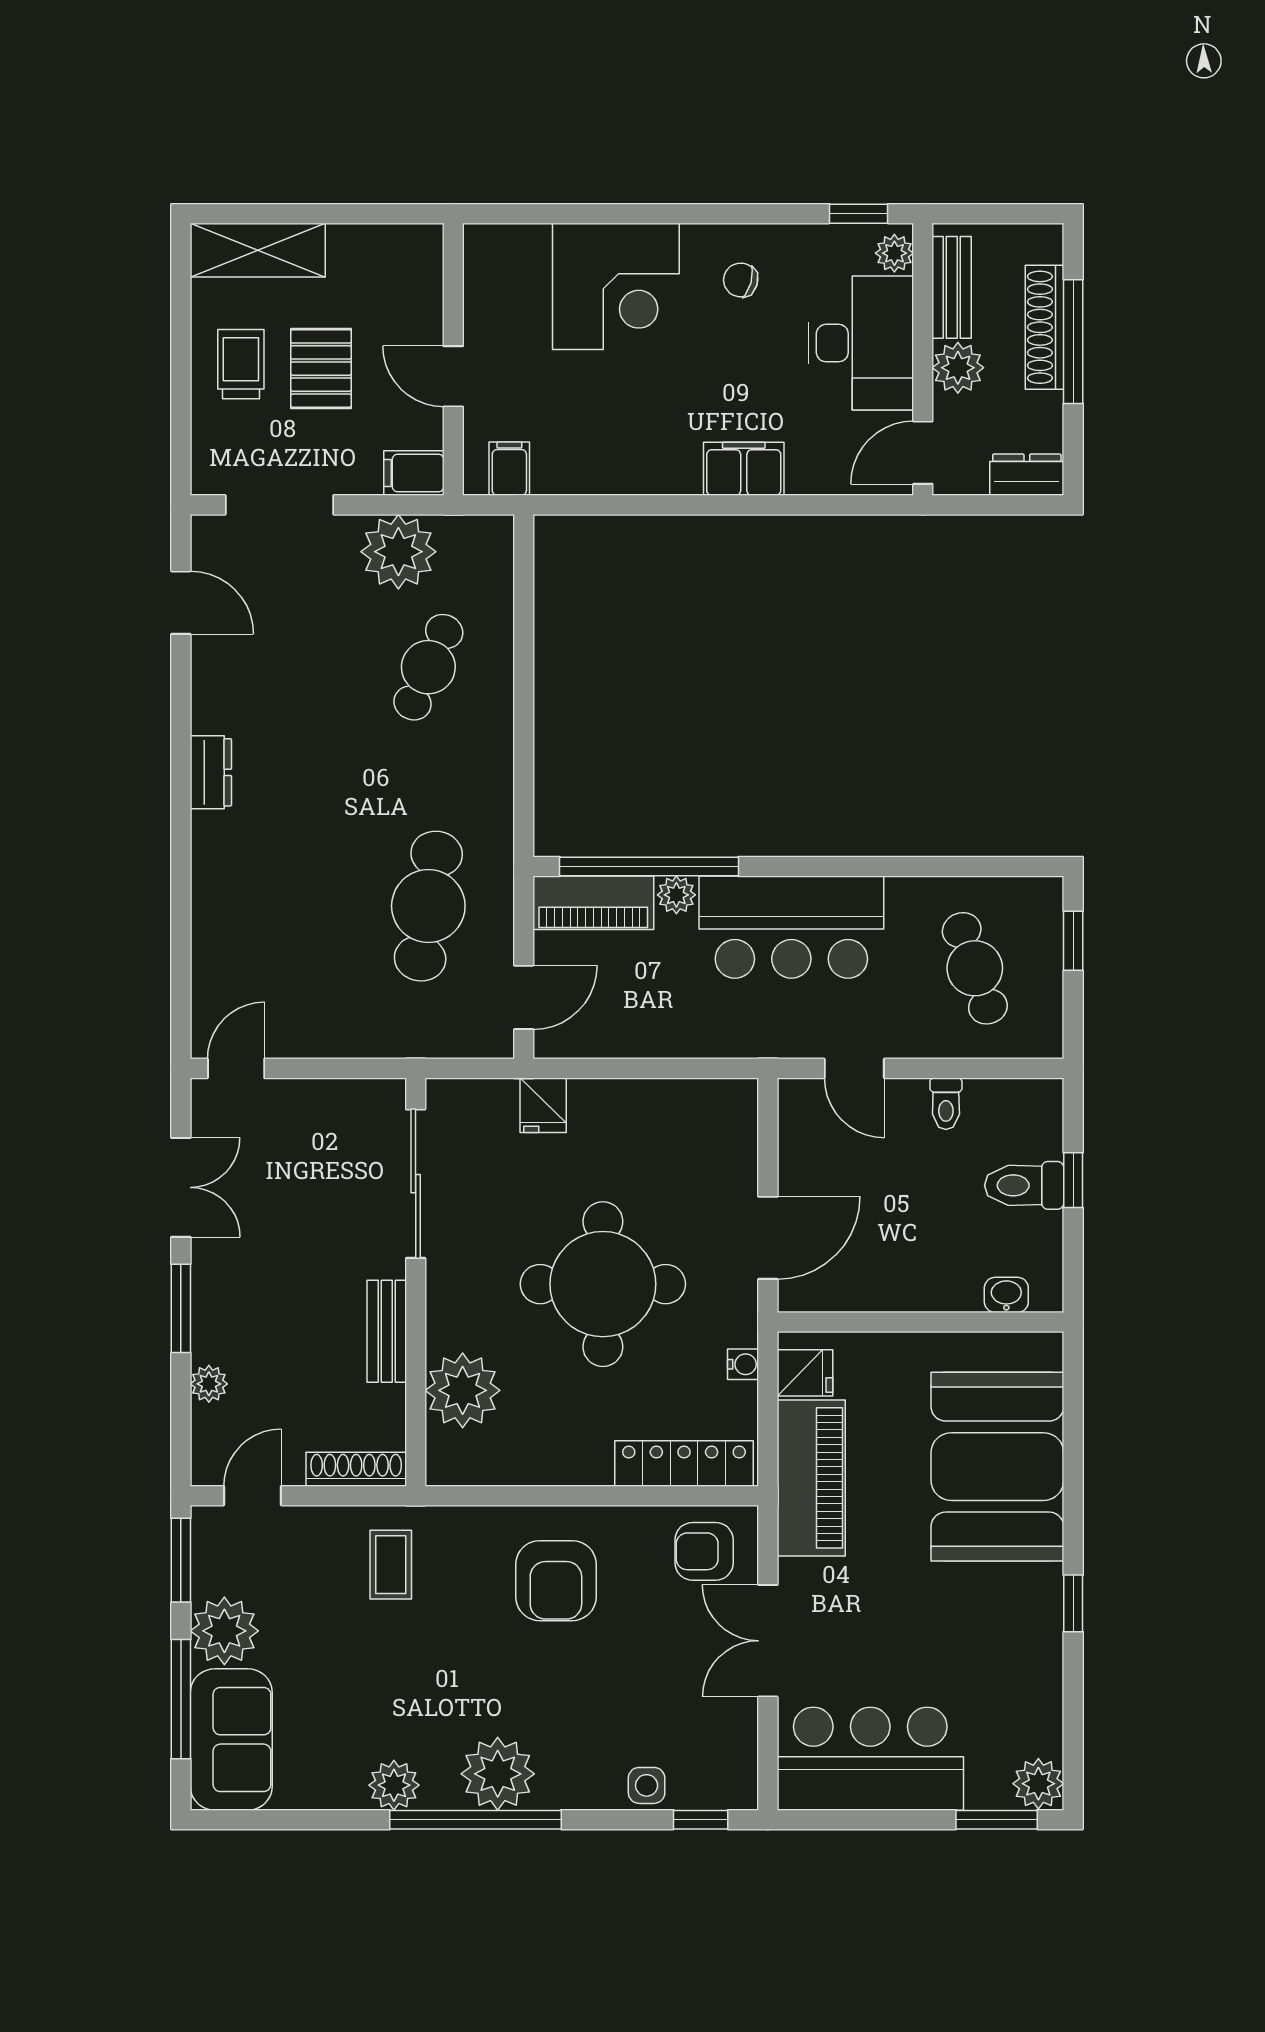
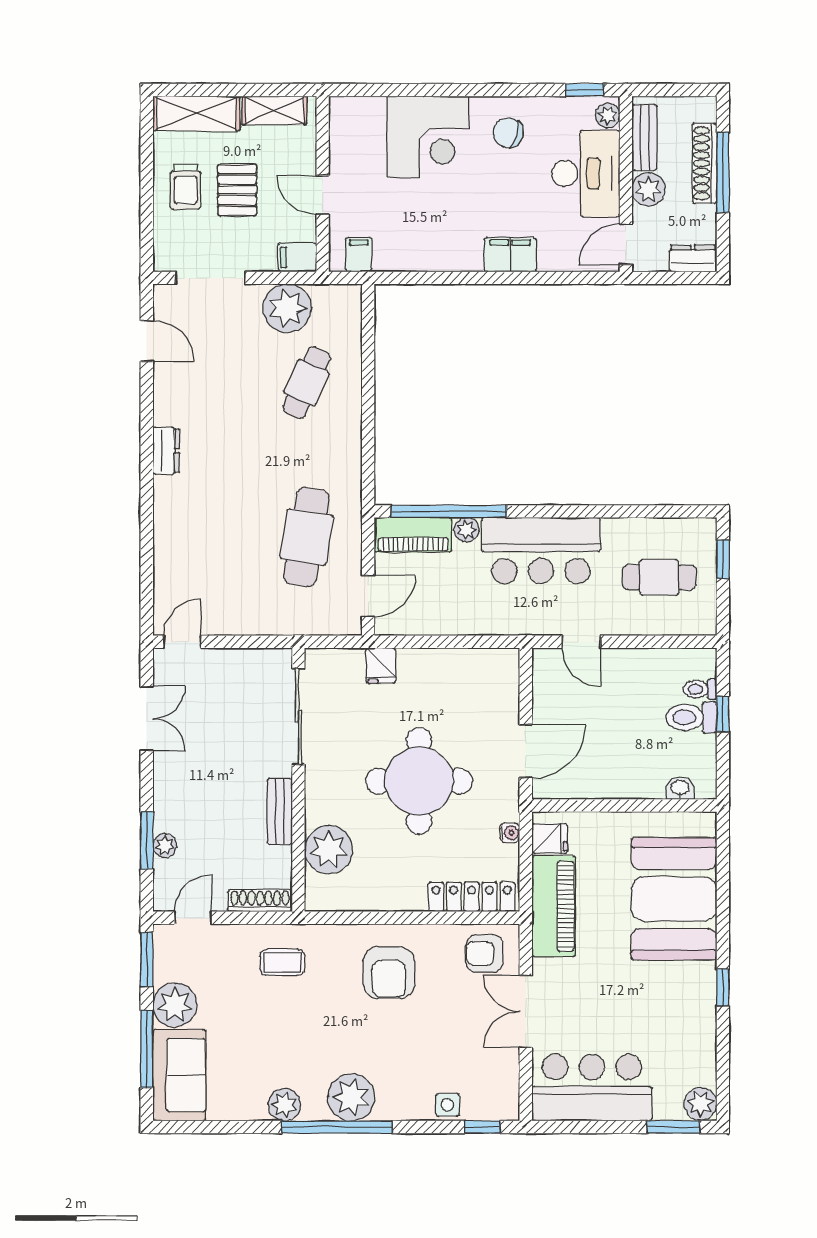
shelving: (379, 245) -> (274, 110), added
chair: (741, 280) -> (508, 133), width x1.37, depth x1.37
trolley: (241, 364) -> (185, 187), turned 180
cafe table: (975, 968) -> (659, 577), turned -71
toilet: (946, 1104) -> (700, 689), moved, turned 90
window: (181, 1308) -> (147, 840), moved
coffee table: (391, 1565) -> (282, 962), turned 90

